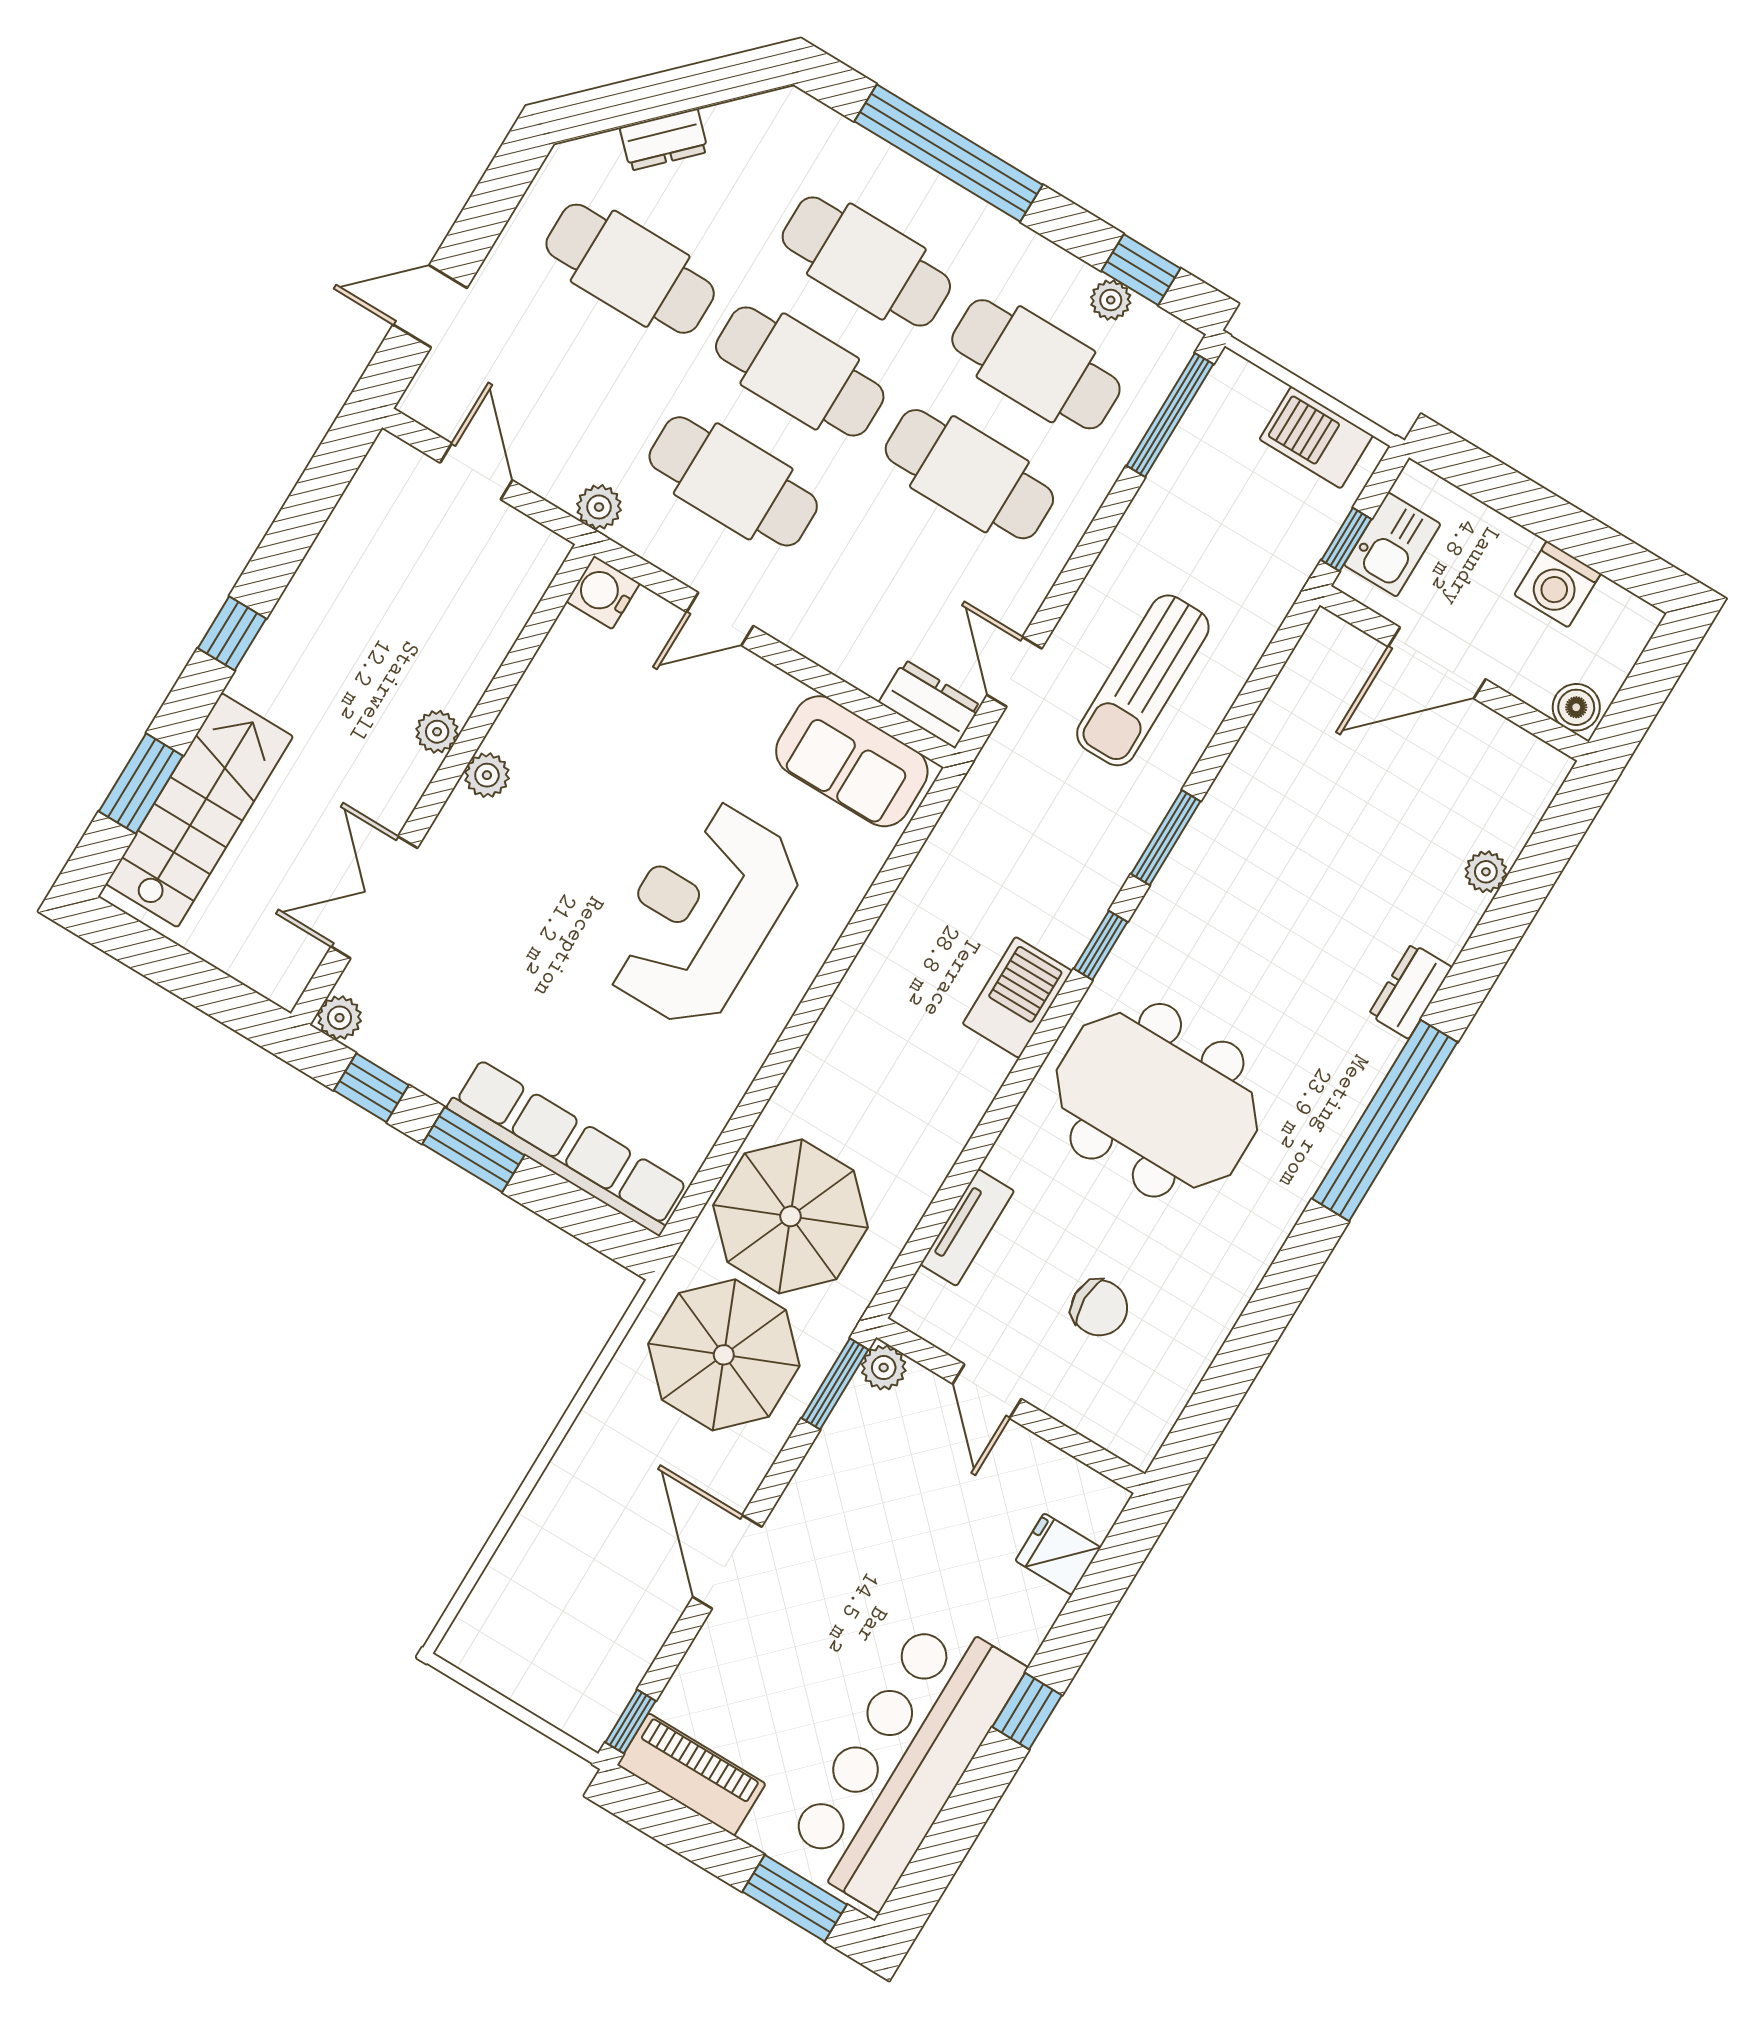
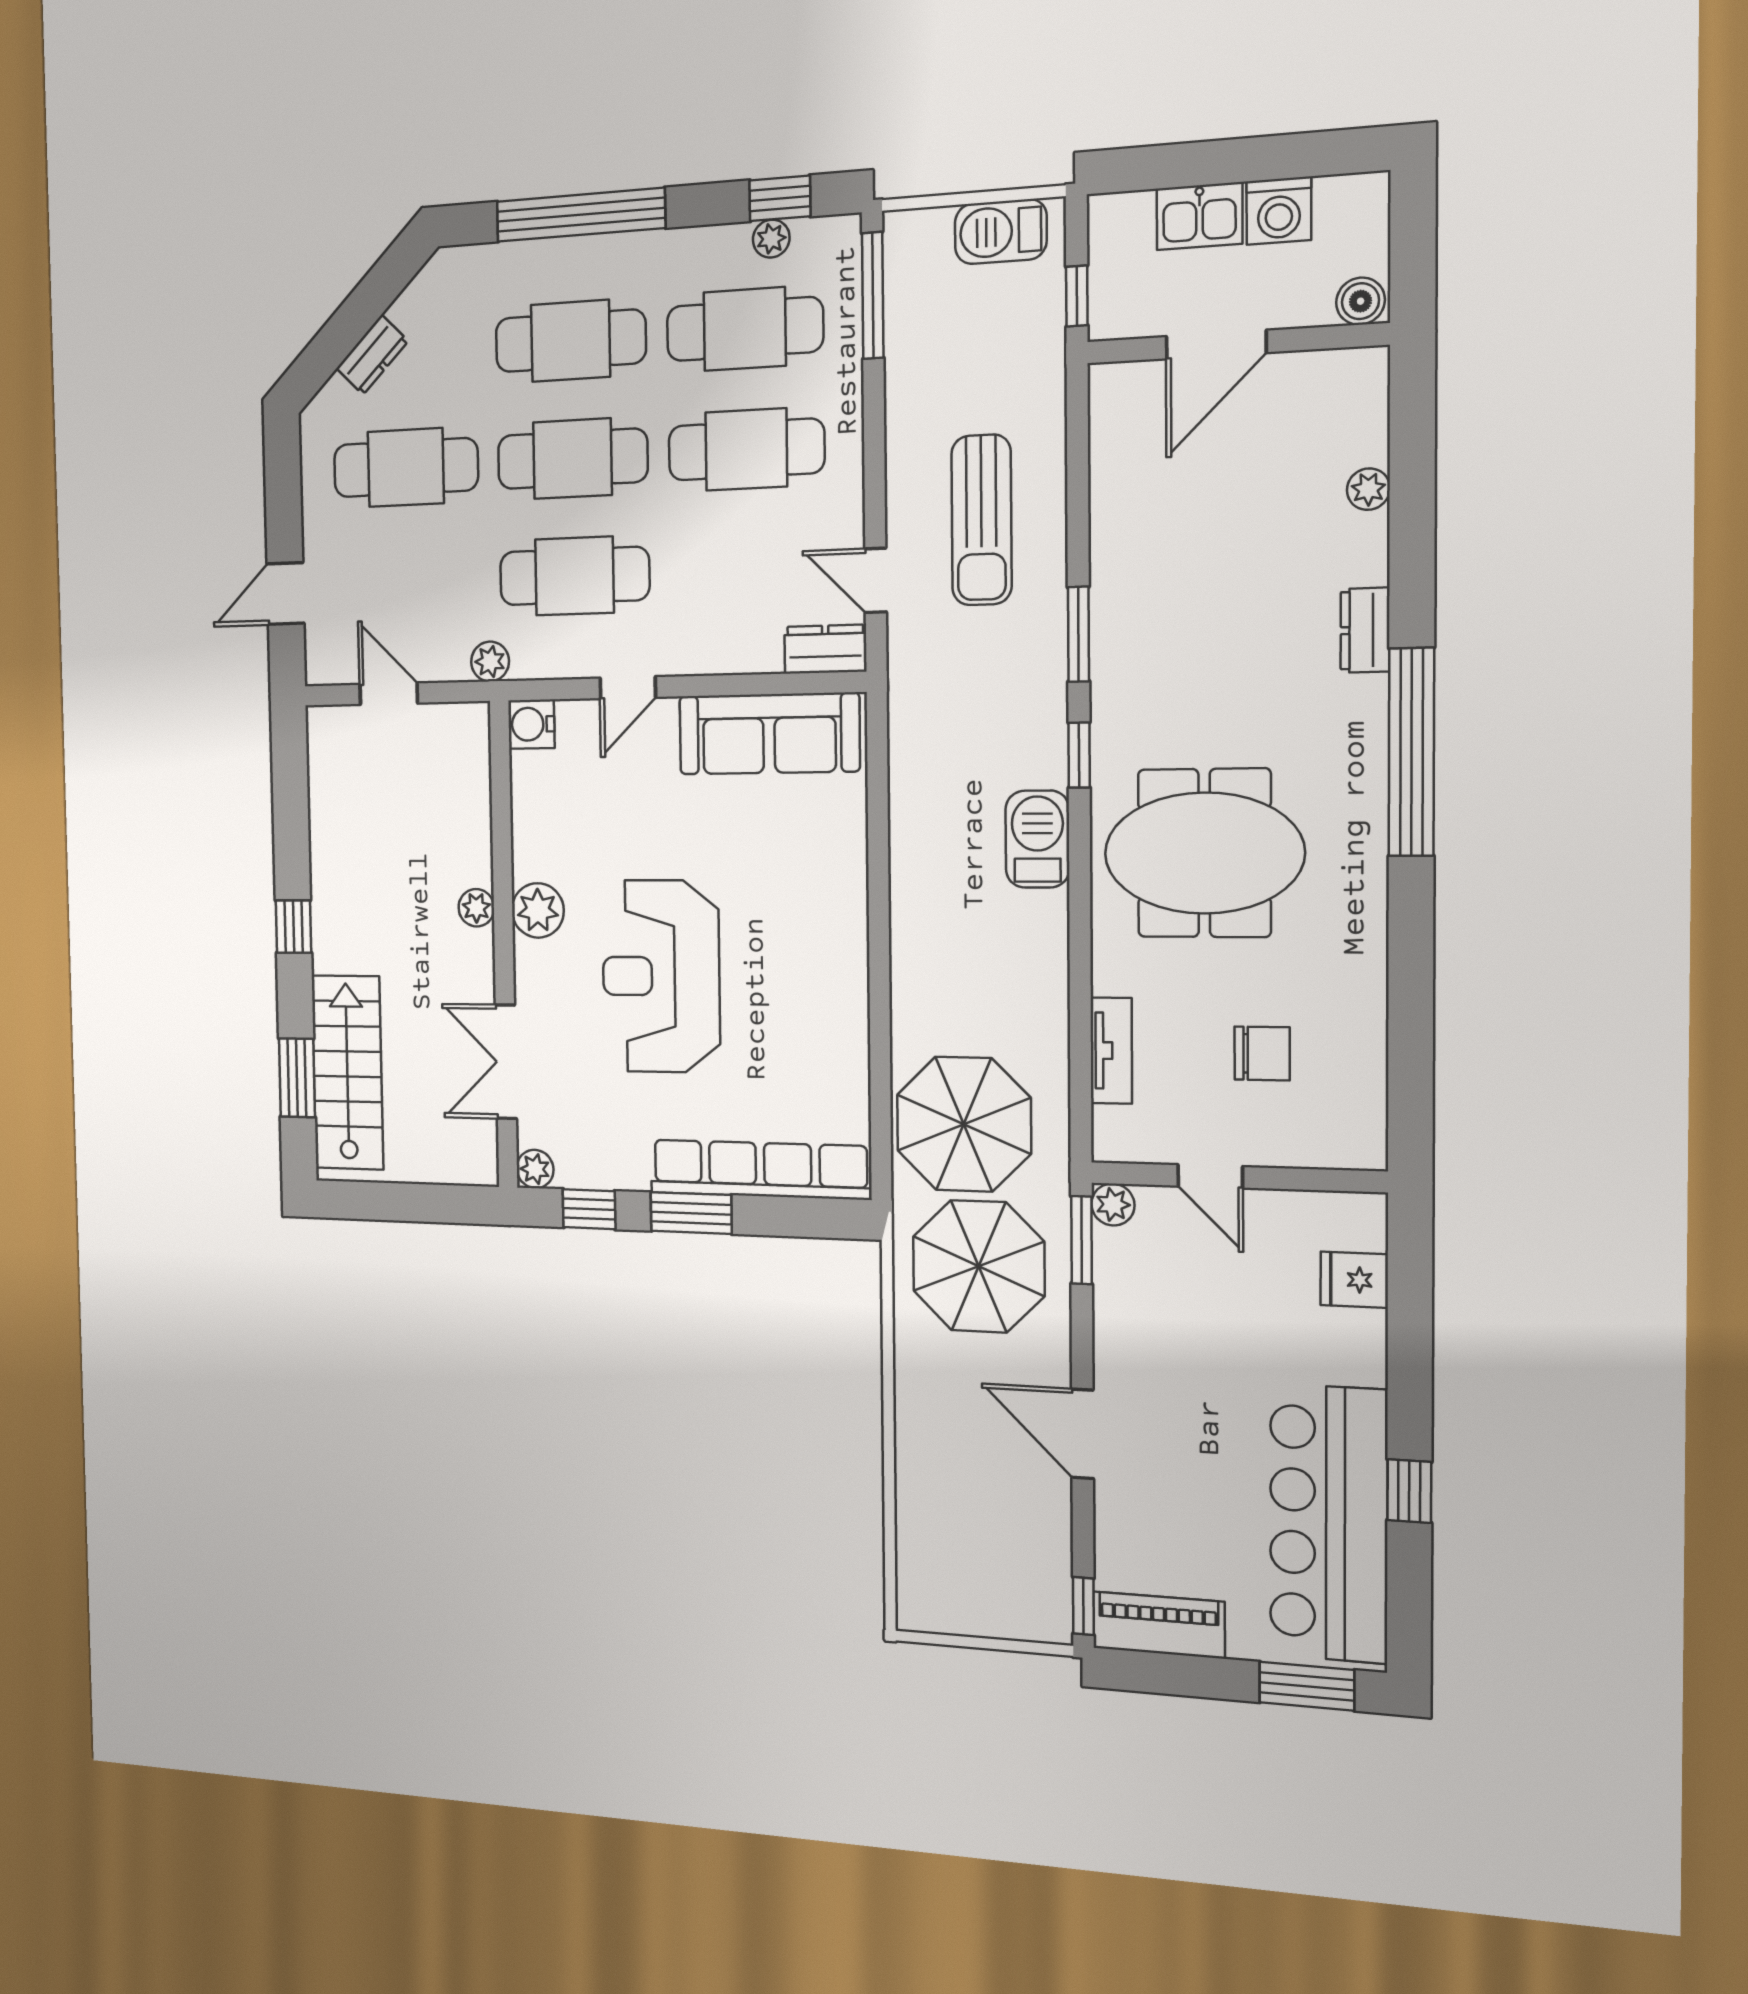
kitchen sink: (1392, 545) -> (1199, 216), moved, turned 90
sofa: (852, 761) -> (769, 734), width x1.36
plant: (487, 775) -> (538, 910), width x1.38, depth x1.38
reception desk: (702, 914) -> (661, 976), moved
window: (1027, 1711) -> (1409, 1491), moved

